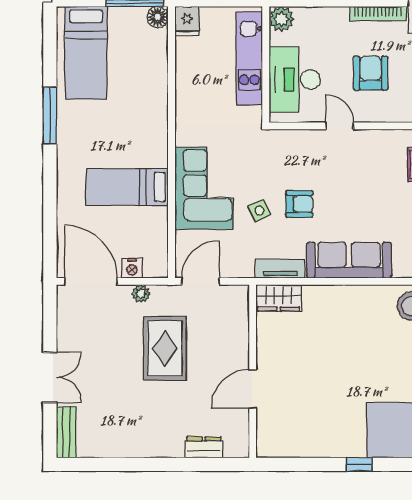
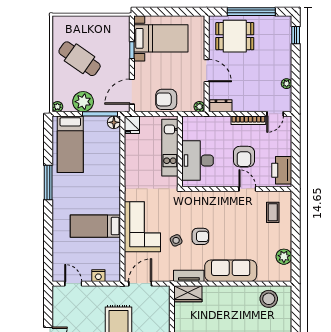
plant: (281, 19) -> (190, 123), removed
armchair: (371, 73) -> (244, 157), turned 180
door: (339, 126) -> (247, 189), moved
door: (91, 281) -> (73, 284), width x0.53
plant: (141, 294) -> (104, 291), removed

